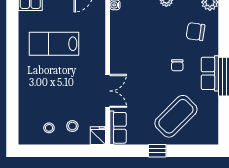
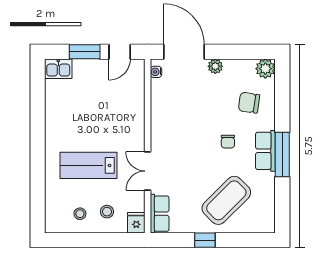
lab bench: (54, 44) -> (88, 165), moved
double door: (108, 91) -> (148, 171), swing flipped

